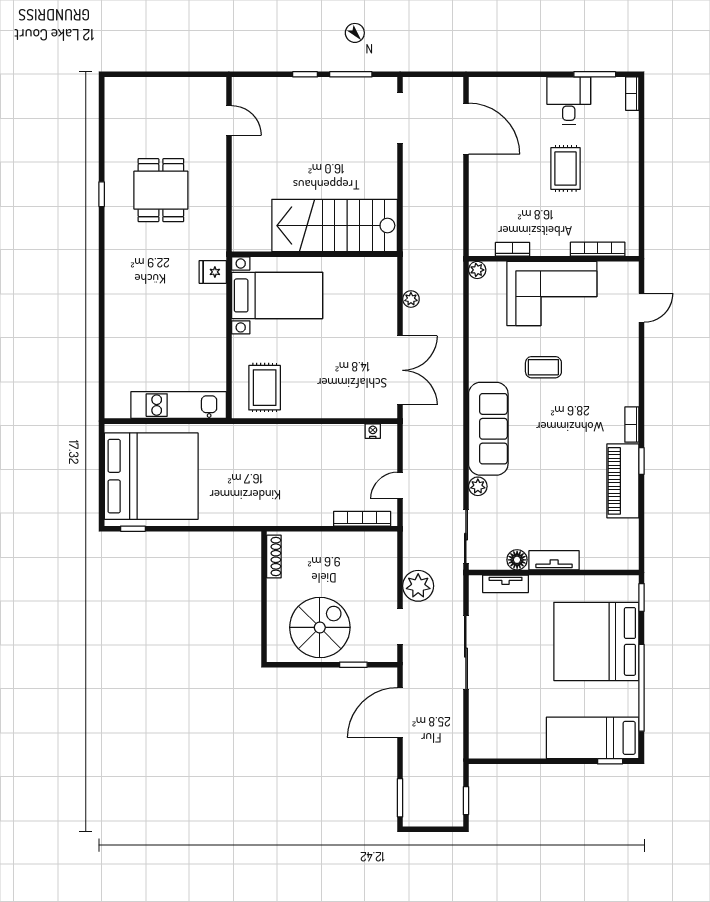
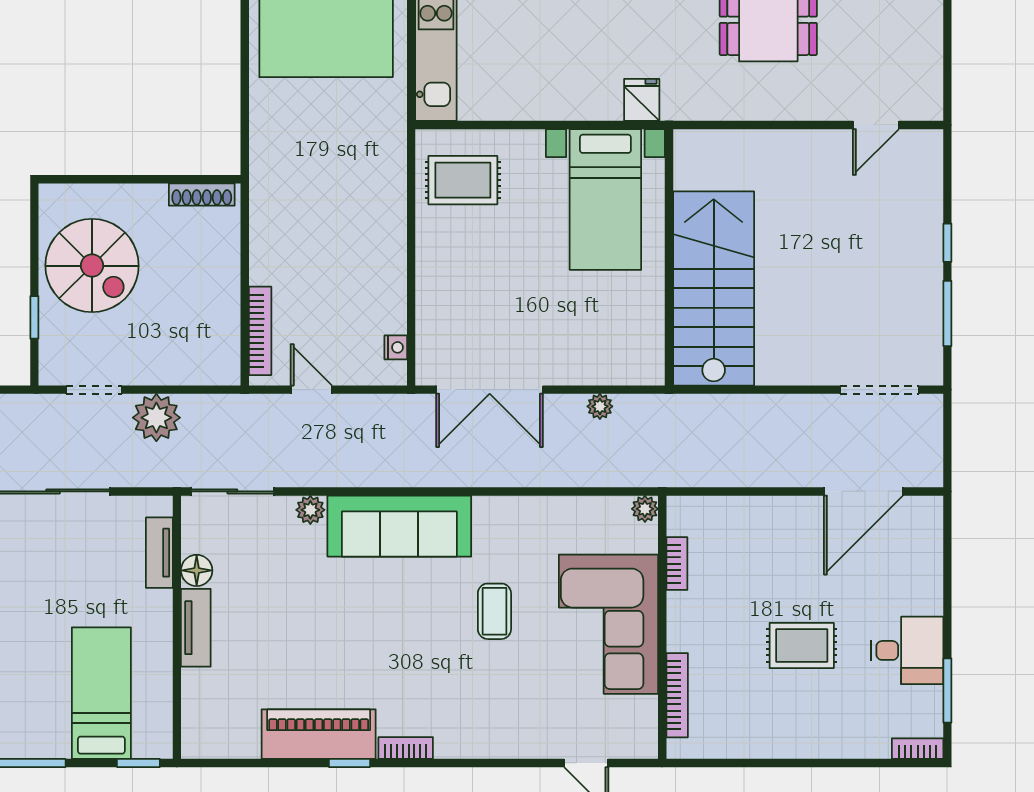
bed: (596, 641) -> (101, 693), width x0.49

